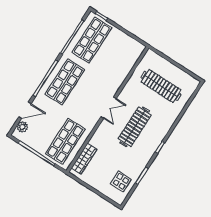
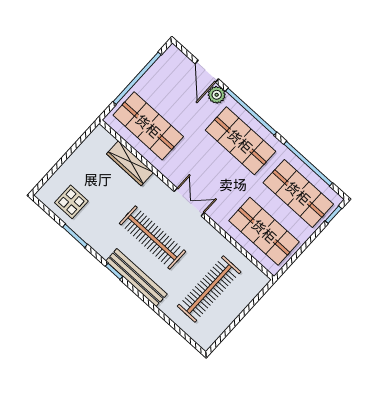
shop shelf: (119, 58) -> (264, 231), added
double door: (109, 108) -> (189, 202), swing flipped
plant: (22, 127) -> (217, 95), moved
bench: (161, 133) -> (136, 278), added
wardrobe: (84, 159) -> (130, 163), moved

